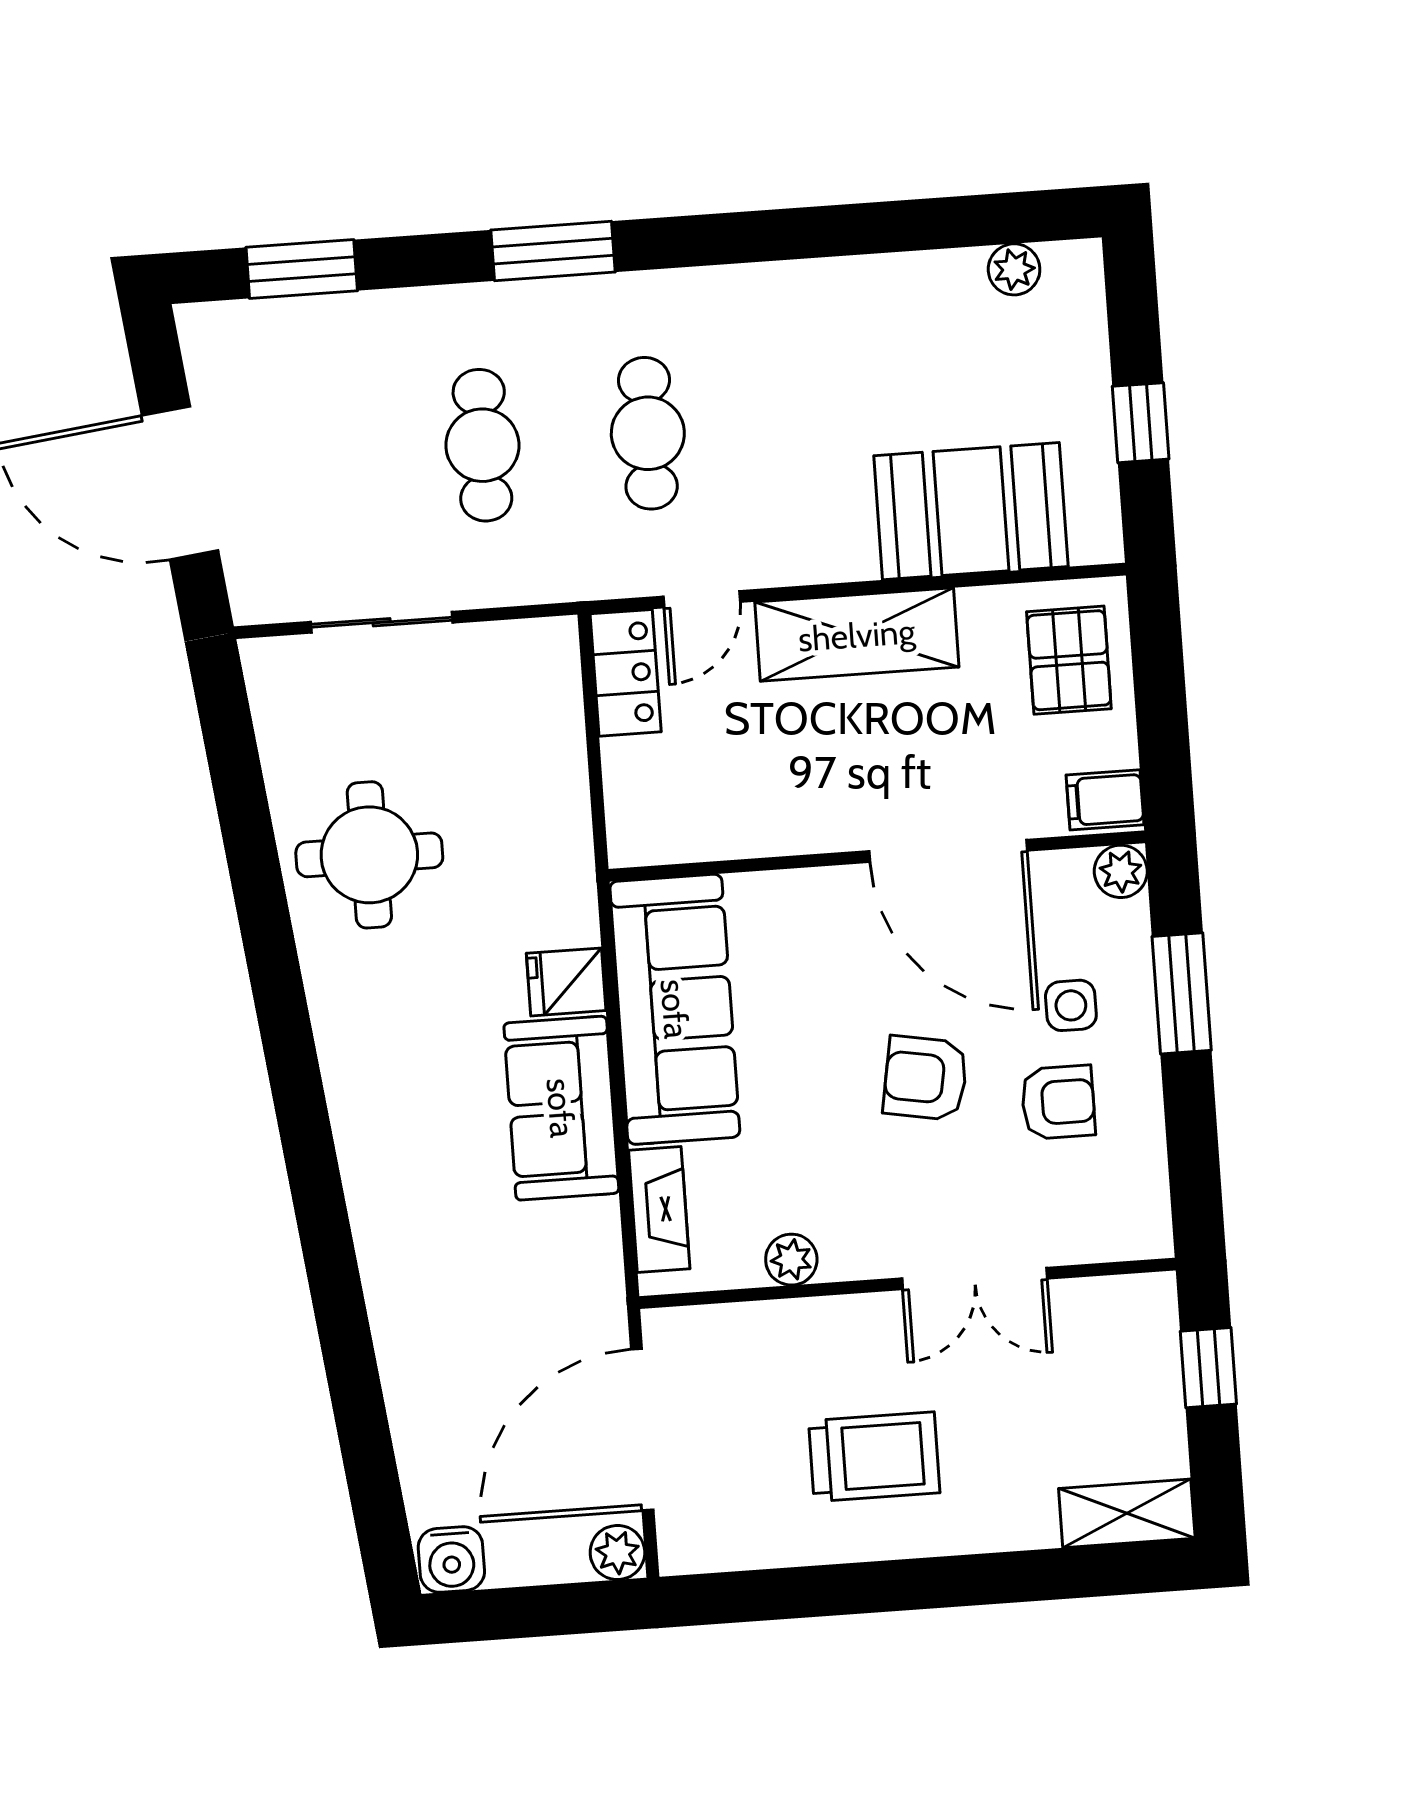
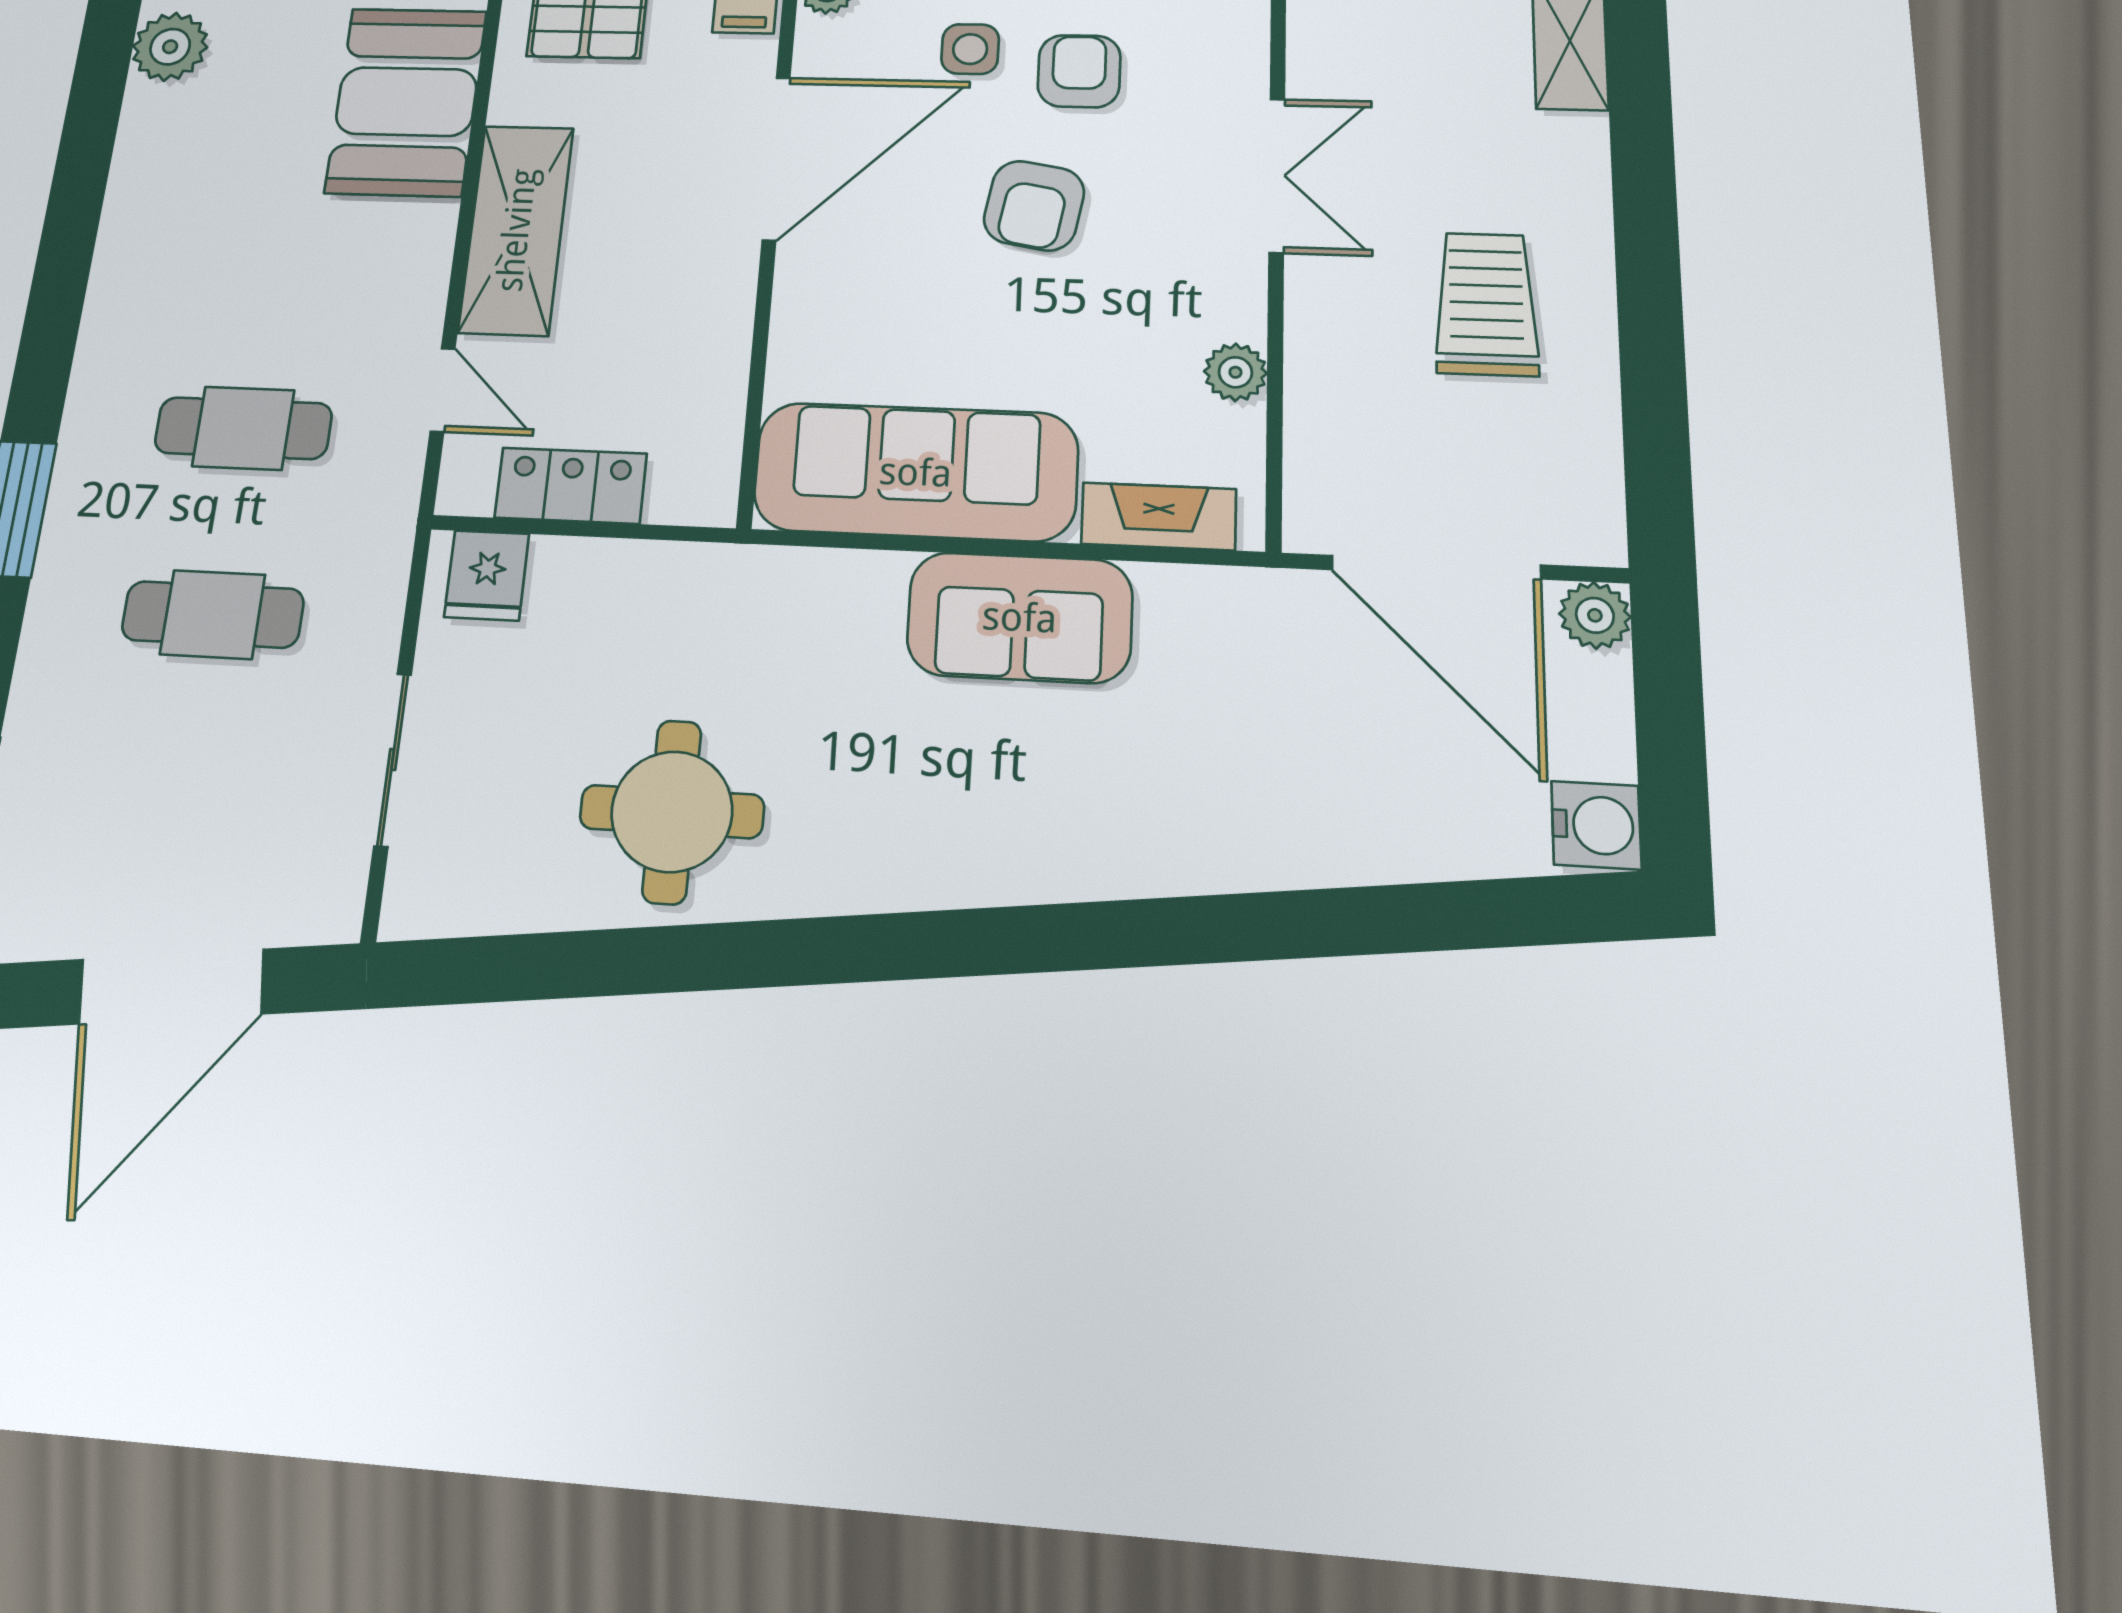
plant: (1014, 269) -> (170, 47), width x1.38, depth x1.38
locker: (626, 673) -> (571, 486), moved
fridge: (566, 982) -> (487, 575), moved

